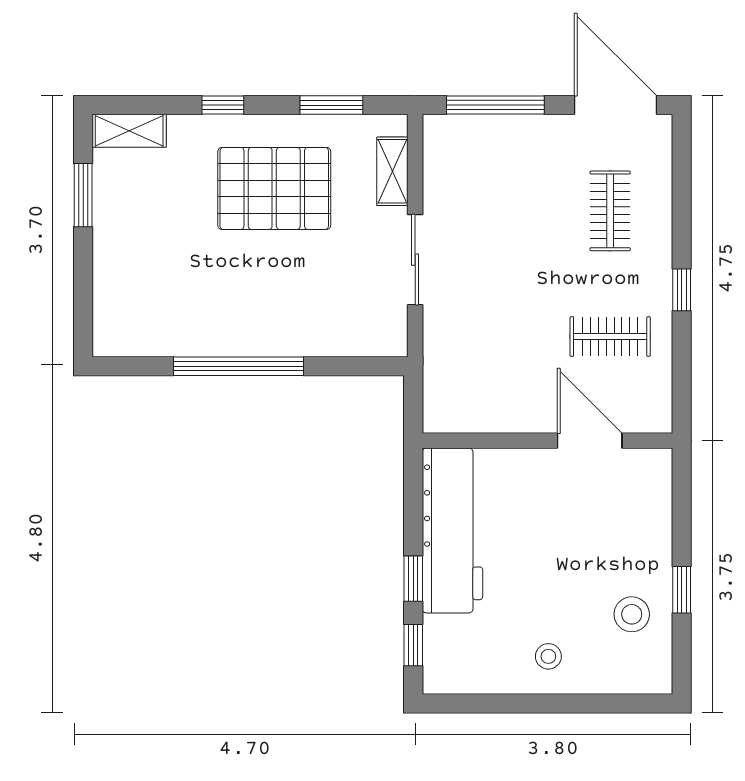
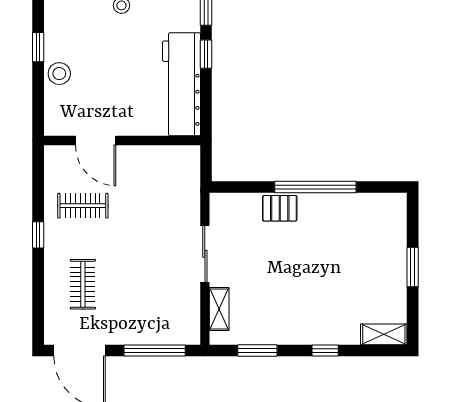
pallet: (274, 188) -> (280, 208), moved, width x0.49, depth x0.50
window: (83, 195) -> (413, 267), moved
stool: (632, 614) -> (59, 74), moved

